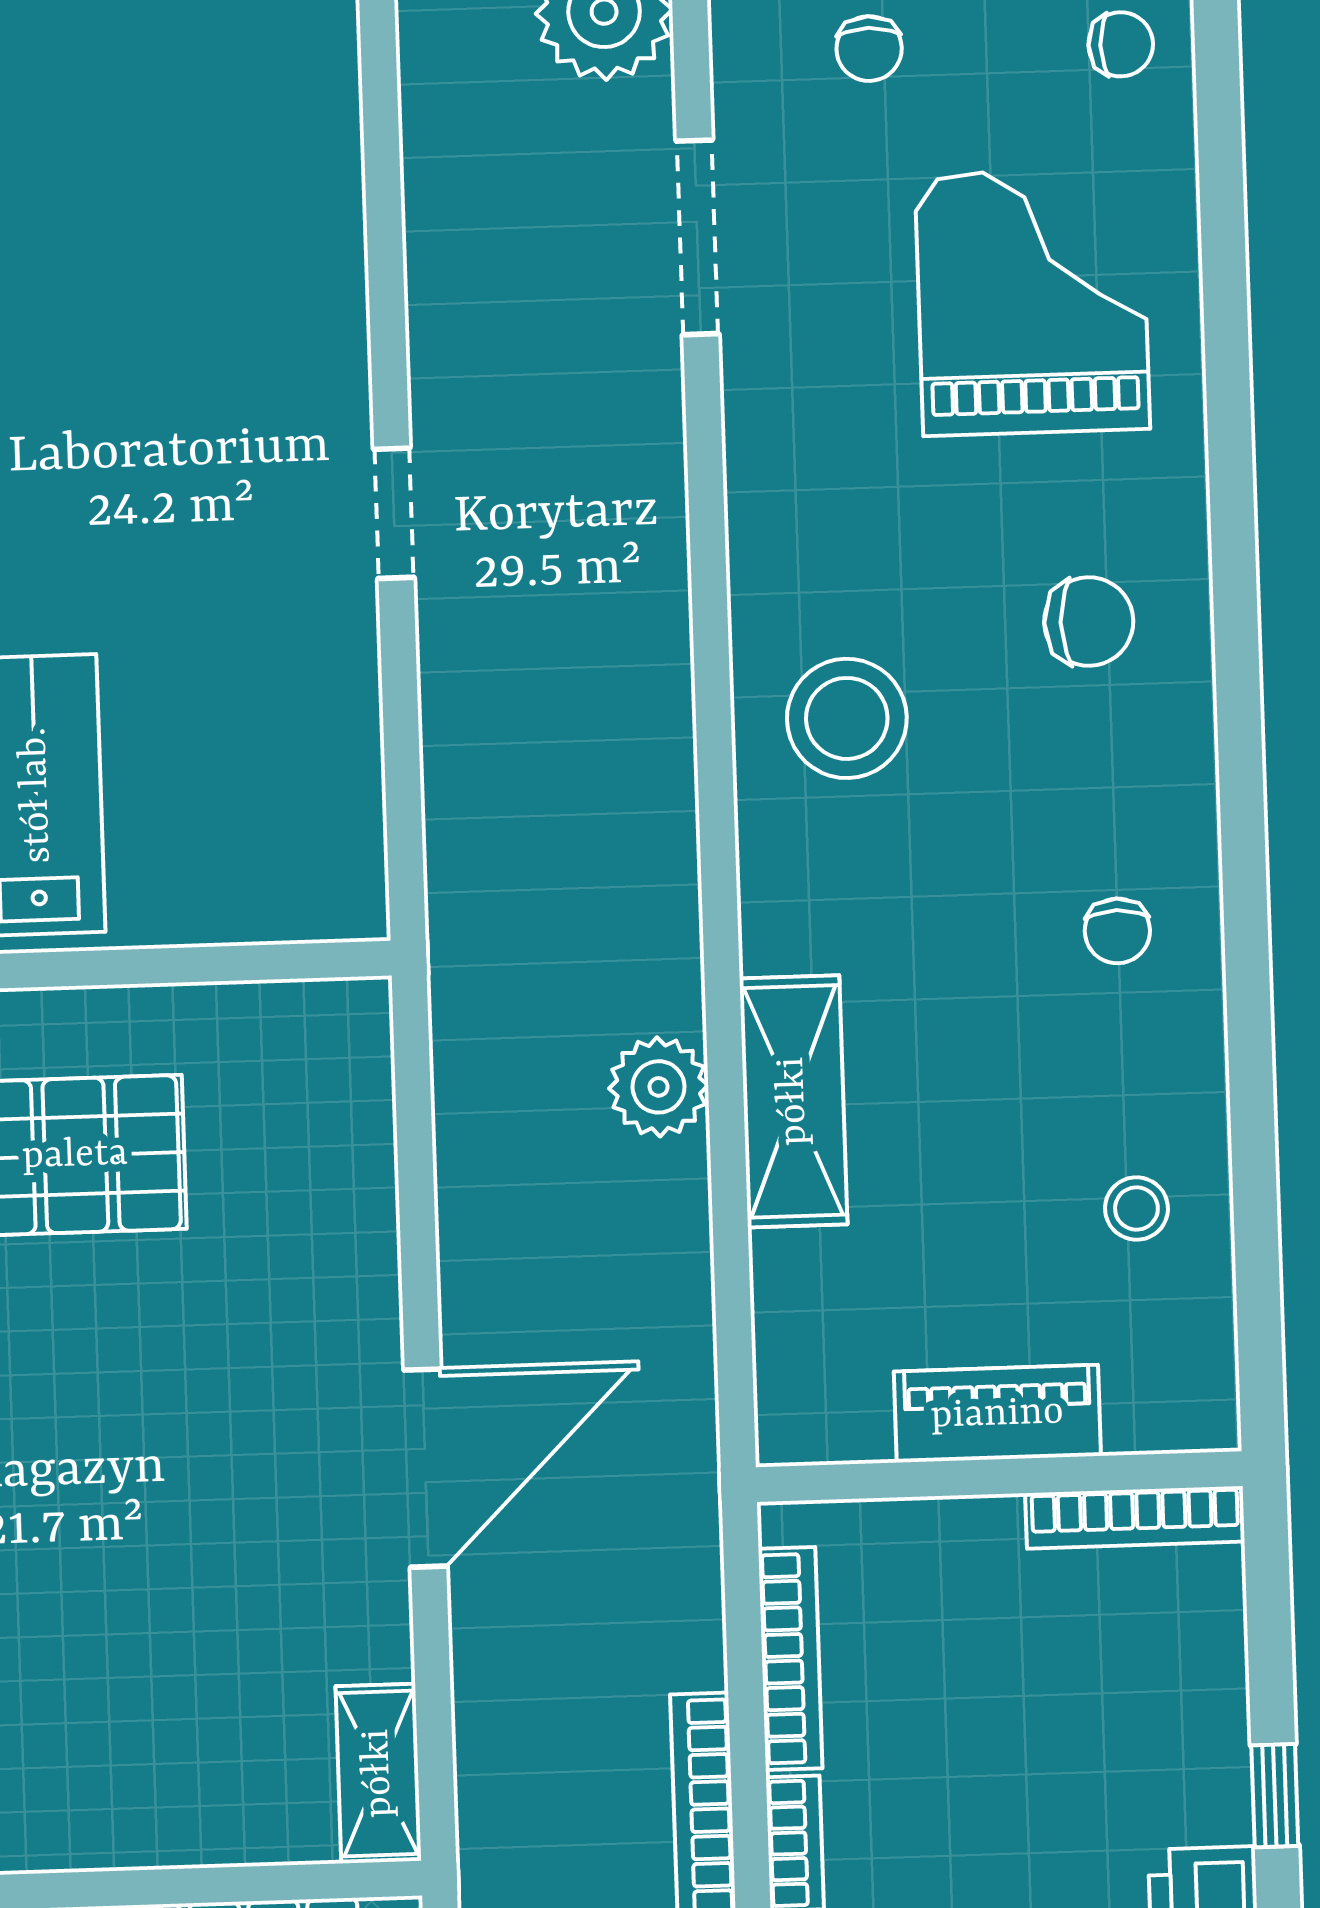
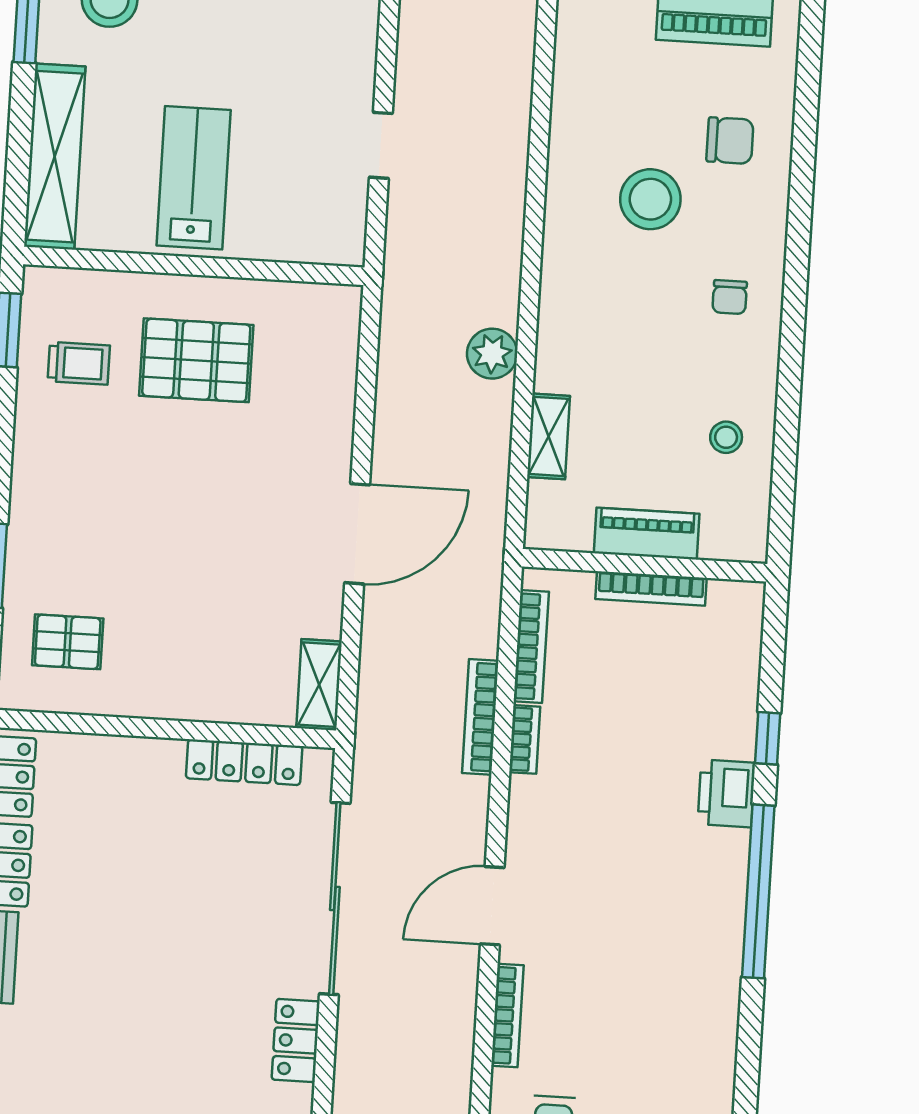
doorway: (394, 513) -> (381, 145), moved
stool: (847, 718) -> (650, 199), moved
shelving: (793, 1101) -> (549, 436), moved, width x0.67, depth x0.75
bookcase: (1135, 1517) -> (651, 588), moved

